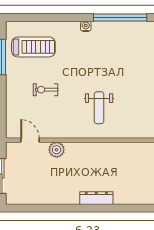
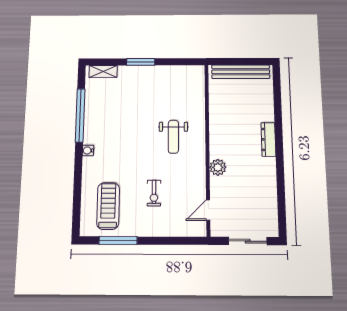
weight bench: (99, 108) -> (173, 137), turned 90
plant: (57, 150) -> (218, 167), moved

